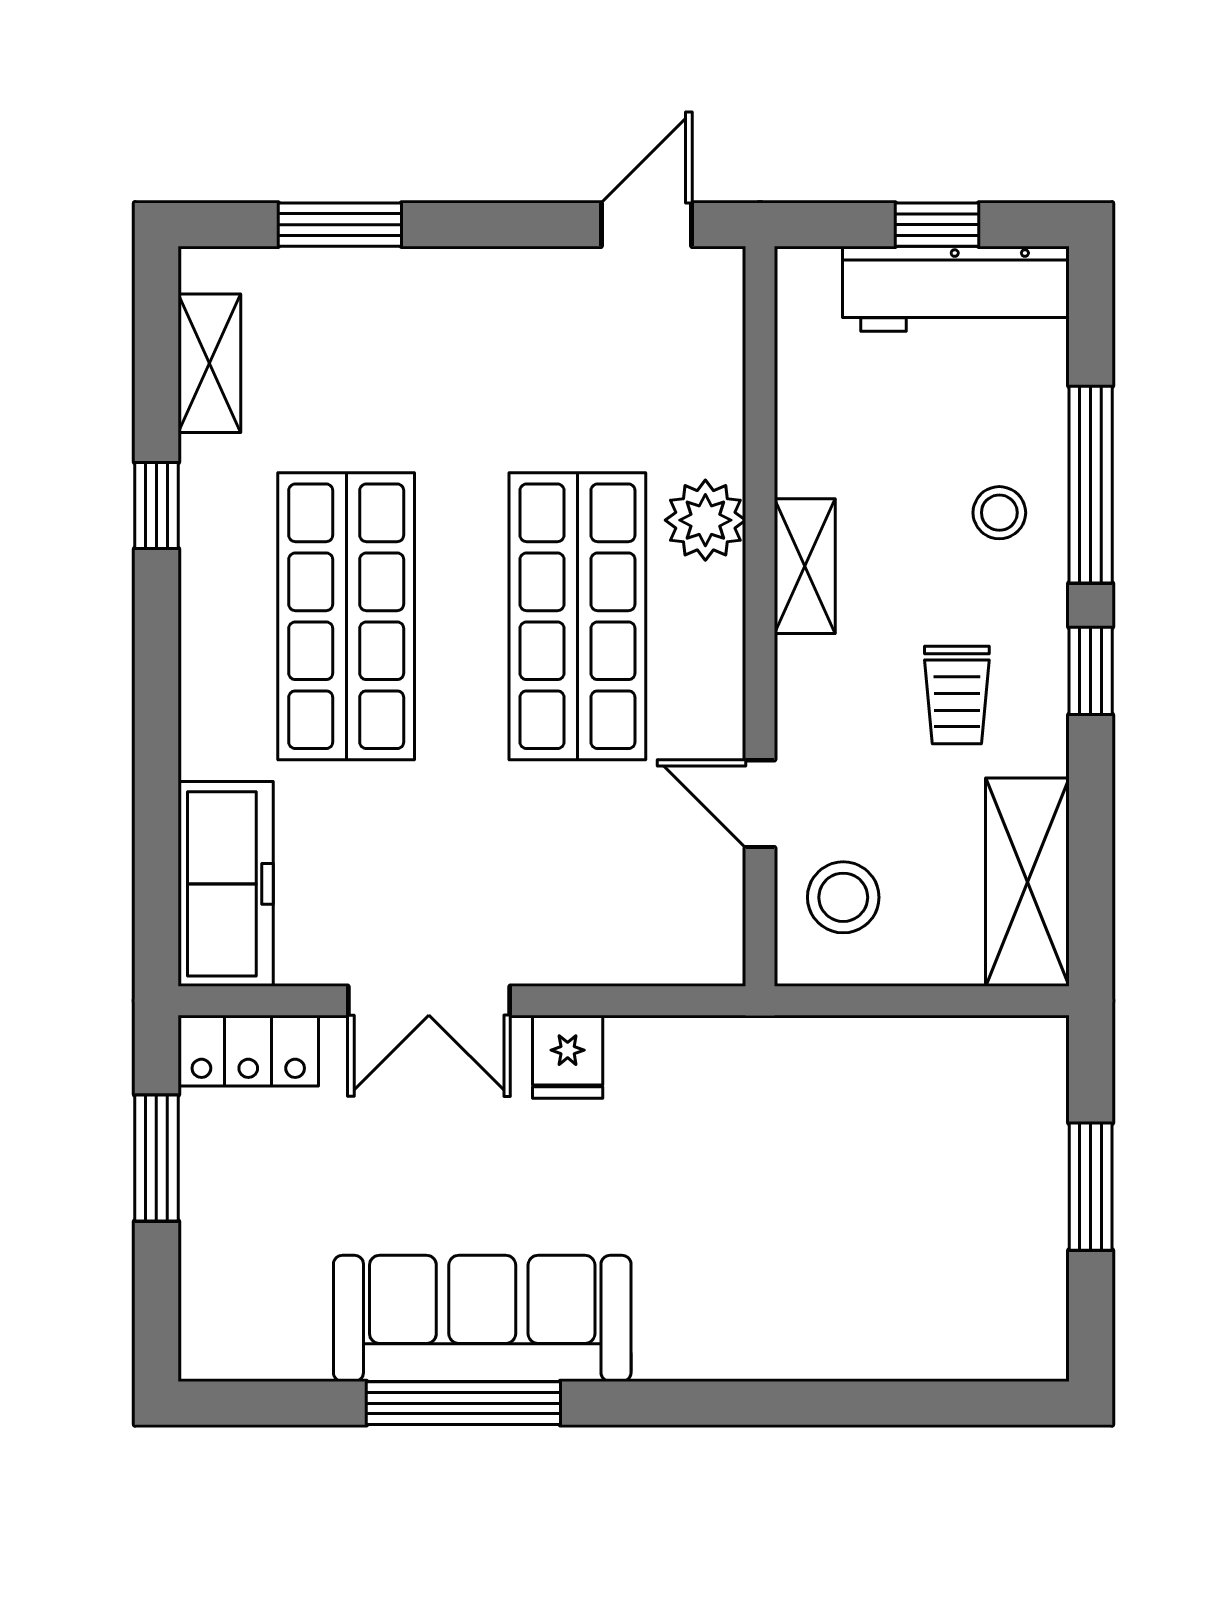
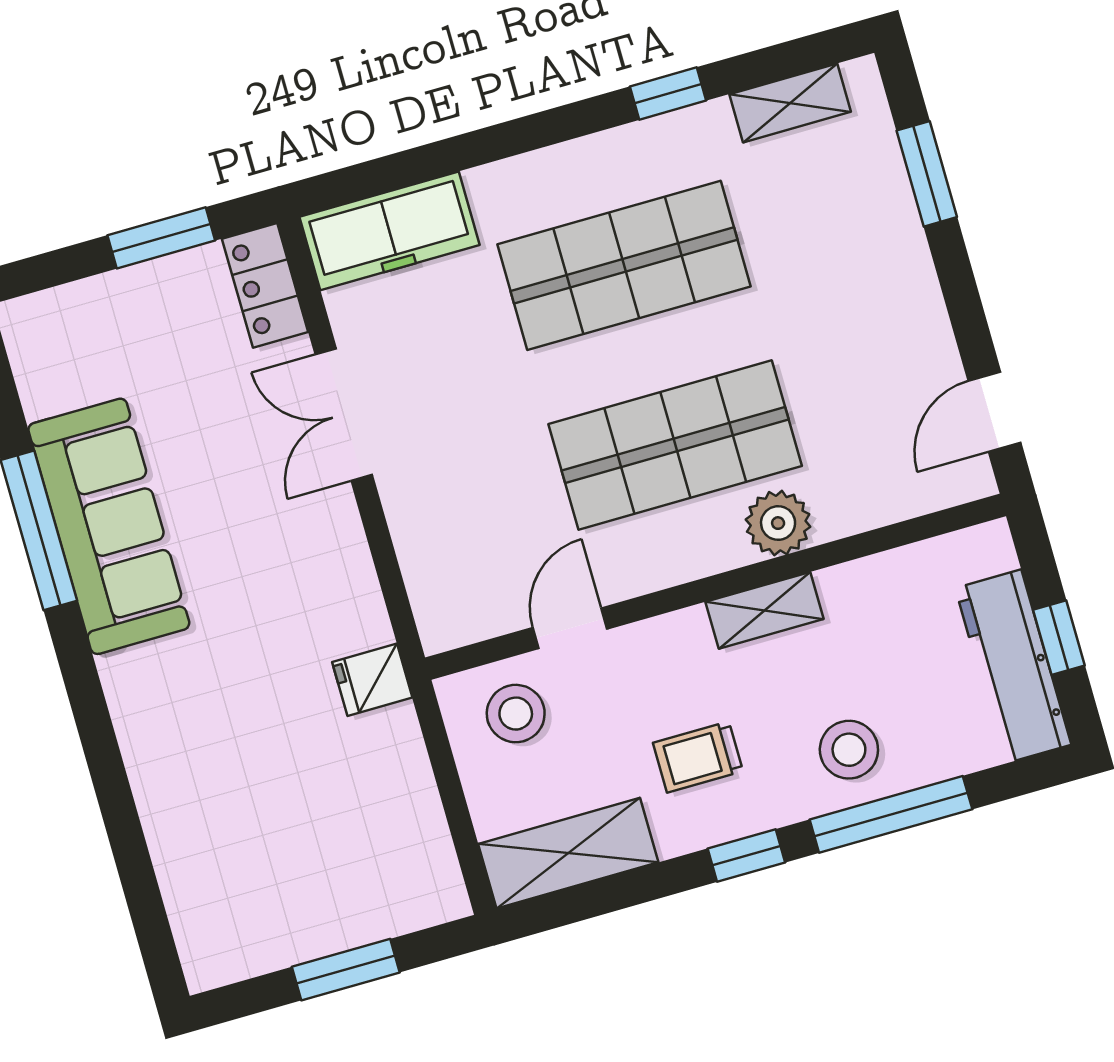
door: (646, 225) -> (995, 412), swing flipped
stool: (999, 513) -> (849, 750), width x1.37, depth x1.37
fridge: (568, 1057) -> (372, 680), moved

